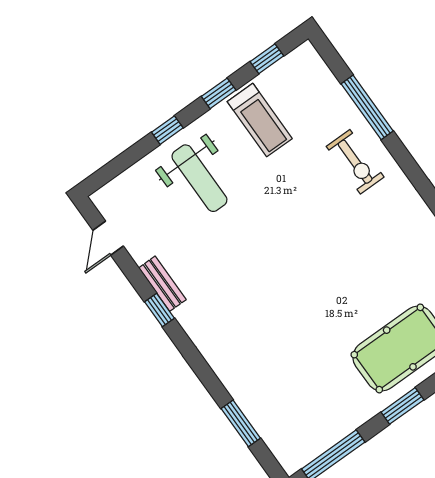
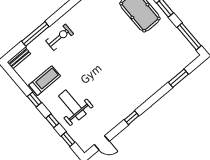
window: (267, 59) -> (68, 139), moved
weight bench: (199, 178) -> (72, 105), turned -90
bench: (162, 284) -> (19, 58), moved

